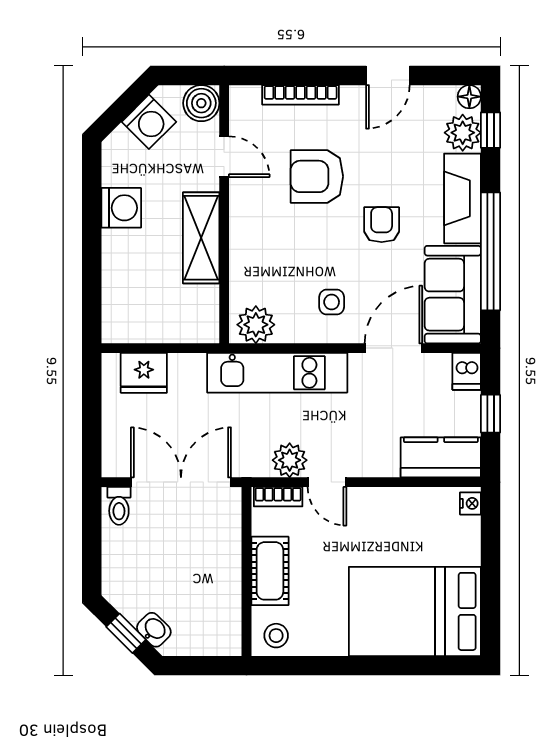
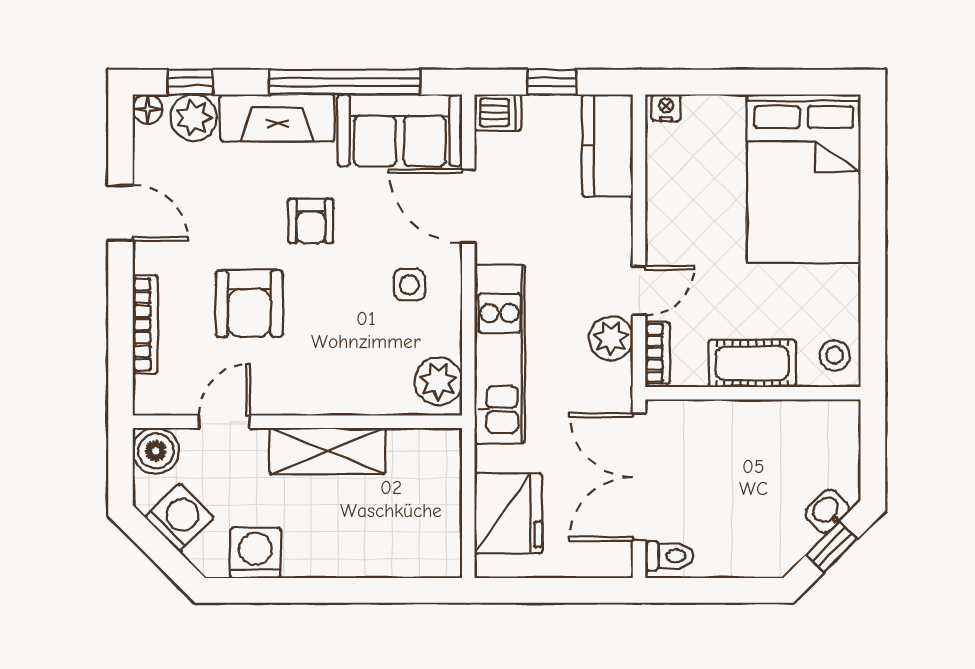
washing machine: (121, 208) -> (256, 553), moved
armchair: (382, 225) -> (311, 221), turned -90
fridge: (144, 373) -> (508, 513), width x1.36, depth x1.34

